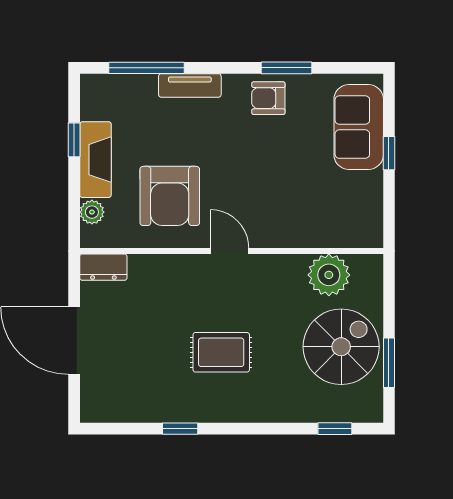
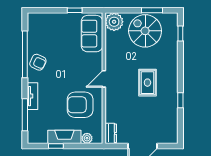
window: (287, 68) -> (25, 54), width x2.11
armchair: (268, 98) -> (38, 62), turned -65
sofa: (359, 127) -> (92, 34), moved, turned 90
window: (389, 153) -> (75, 10), moved
armchair: (170, 196) -> (80, 105), turned 180
plant: (329, 275) -> (114, 22), moved

